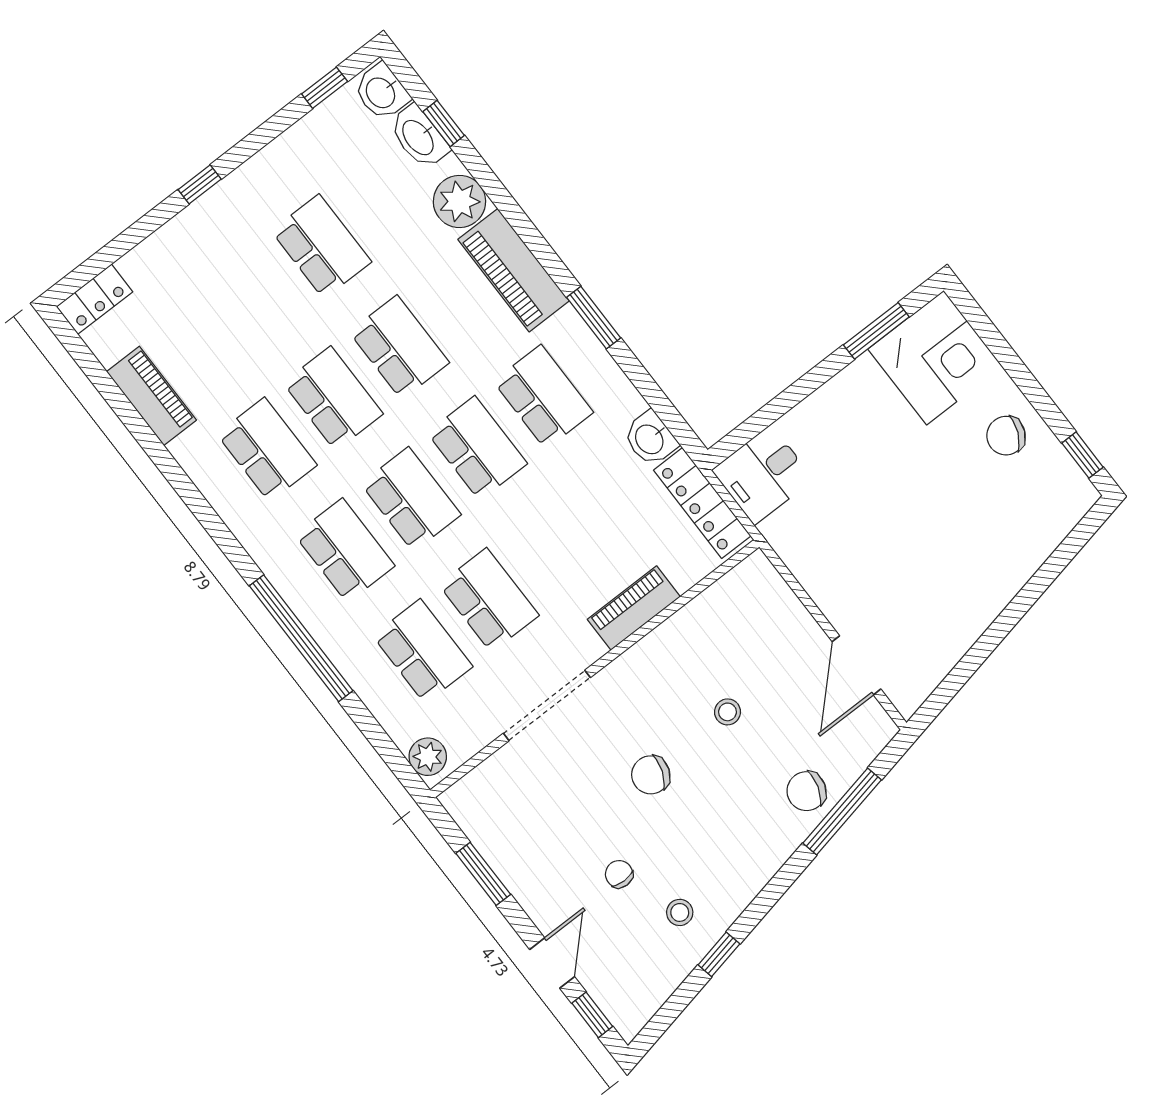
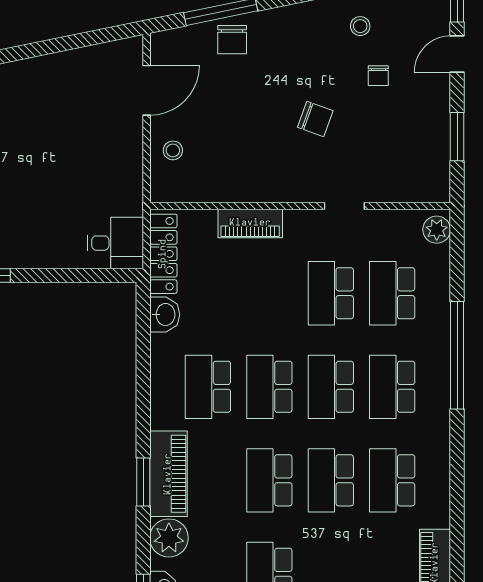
window: (594, 318) -> (143, 482), moved
doorway: (547, 705) -> (344, 206), width x0.53
stool: (727, 712) -> (173, 150), moved
chair: (806, 791) -> (232, 40), turned 73

